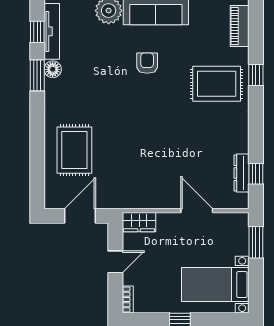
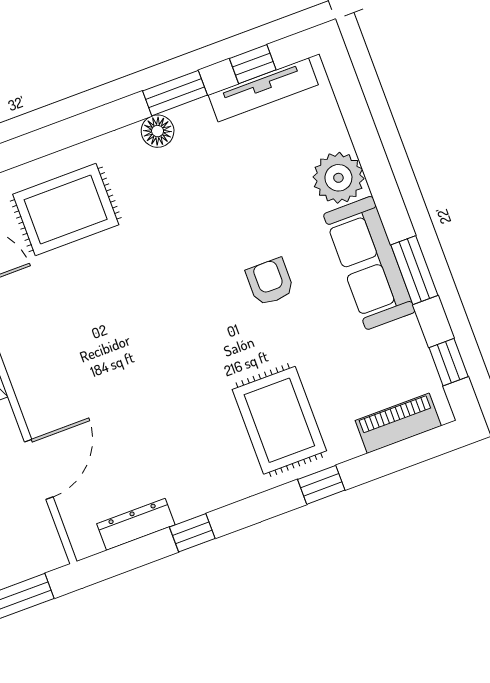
armchair: (147, 63) -> (270, 282), turned -90
floor lamp: (53, 69) -> (158, 131), moved
window: (256, 174) -> (192, 533), moved

